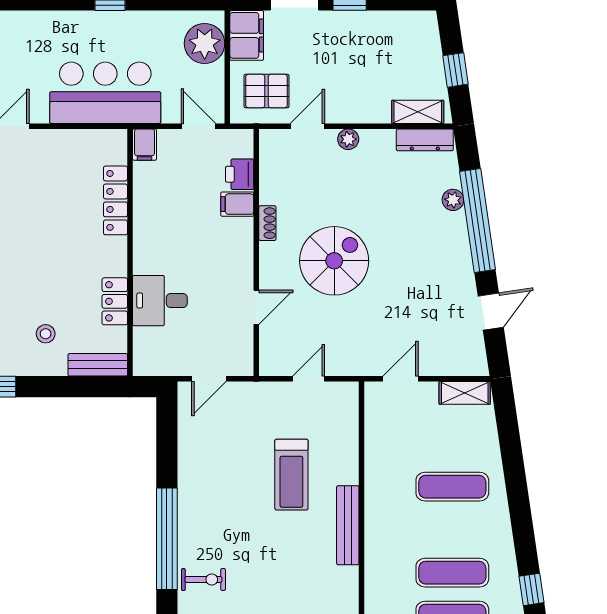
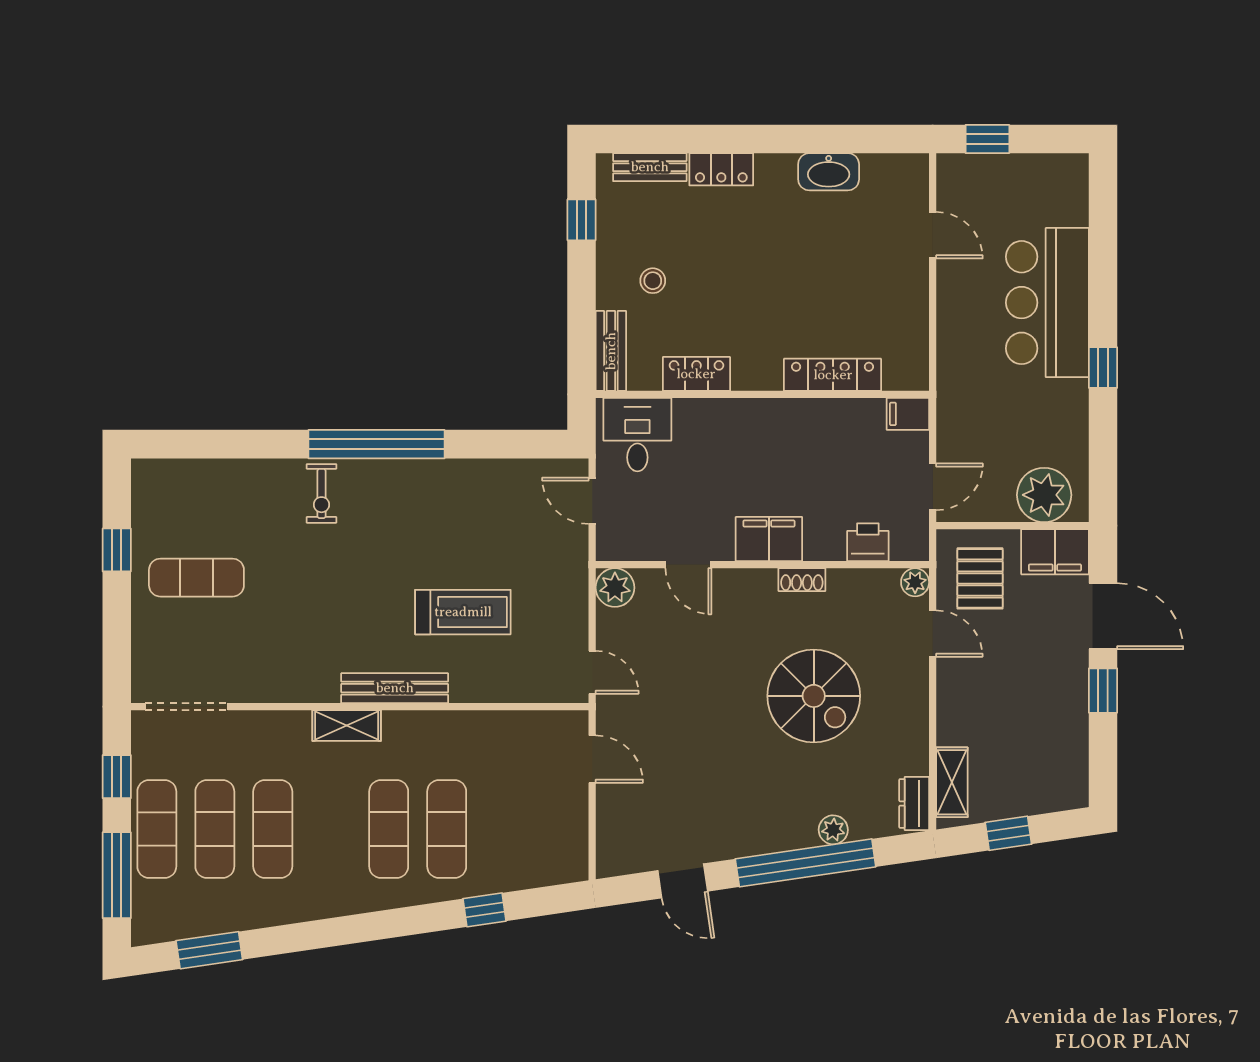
bar counter: (105, 93) -> (1047, 303), moved, turned 180
plant: (348, 139) -> (915, 582), moved
dresser: (425, 140) -> (914, 803), width x0.70
filing cabinet: (237, 204) -> (769, 539), moved, width x2.00
spiral stairs: (334, 261) -> (814, 696), moved
desk: (160, 301) -> (637, 435), moved
plant: (273, 362) -> (615, 588), added
door: (309, 379) -> (592, 672), moved
shelving: (465, 393) -> (347, 726), moved, turned 90
treadmill: (291, 475) -> (463, 612), turned 180
exercise mat: (452, 573) -> (389, 829), moved
window: (531, 589) -> (484, 910), moved

